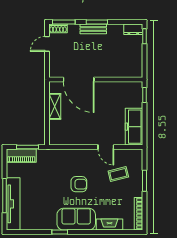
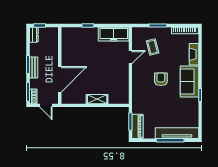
door: (79, 80) -> (60, 79), moved
wall: (96, 80) -> (60, 65), moved

